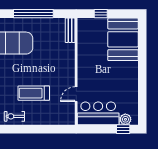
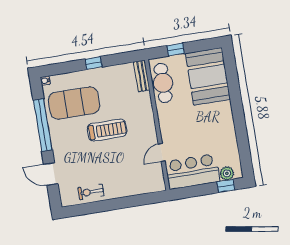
window: (33, 14) -> (94, 63), width x0.32
cafe table: (86, 39) -> (163, 83), added
treadmill: (34, 93) -> (107, 130), moved, turned 180

